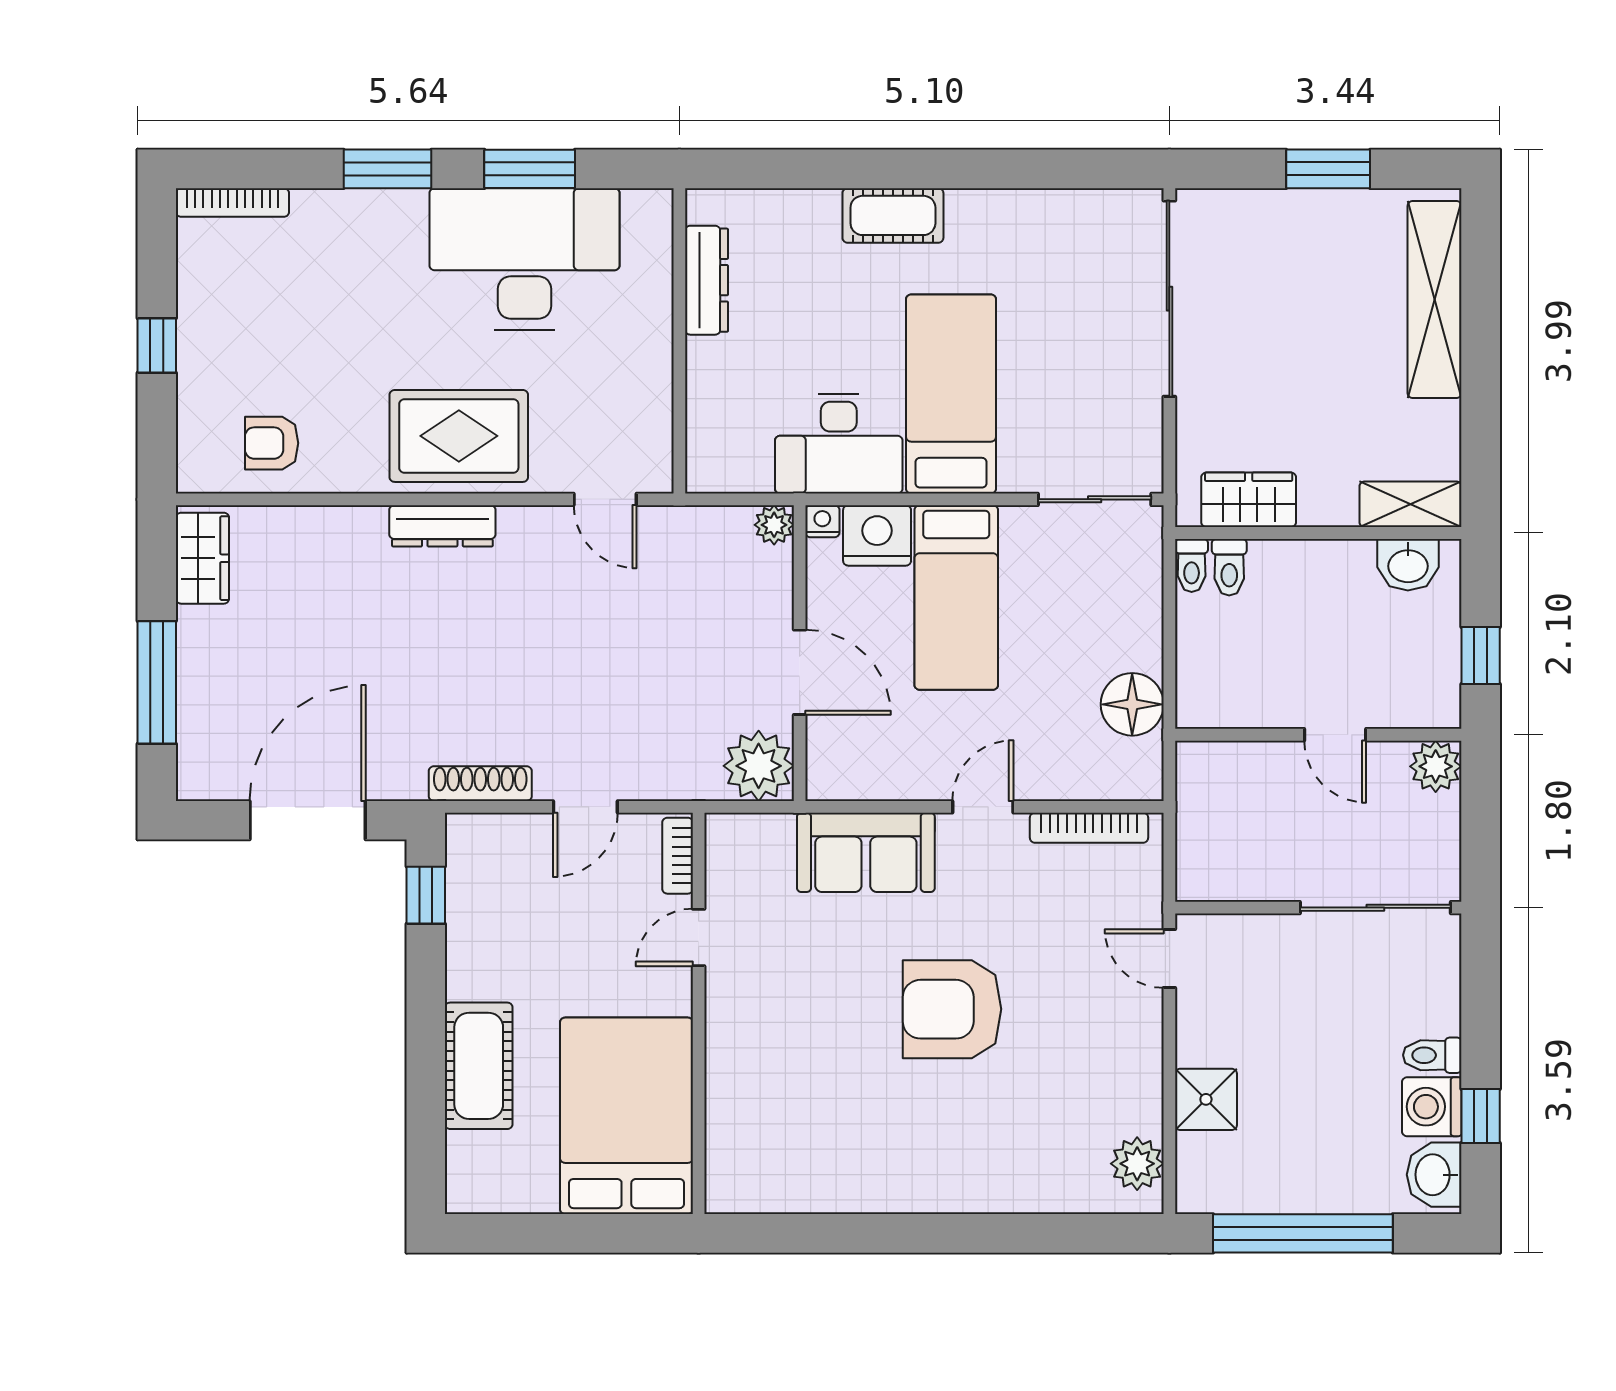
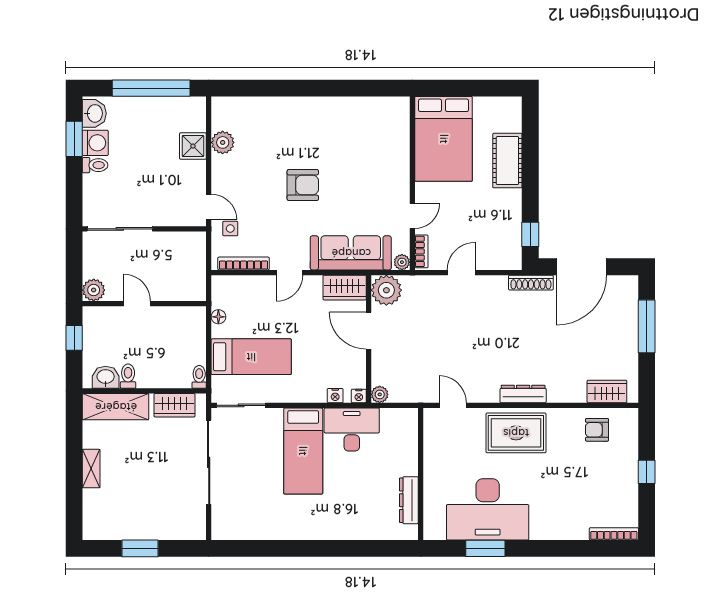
window: (387, 169) -> (547, 548), removed
cot: (893, 215) -> (328, 528), removed
sliding door: (1169, 299) -> (209, 462), moved
shelving: (1435, 300) -> (91, 469), width x0.45, depth x0.75
armchair: (272, 443) -> (597, 430), turned 180
shelving: (1411, 504) -> (116, 407), width x1.50, depth x1.33
nightstand: (877, 535) -> (335, 396), width x0.53, depth x0.56
wardrobe: (202, 558) -> (607, 392), moved, turned 90
toilet: (1229, 567) -> (128, 376), moved
bed: (956, 598) -> (251, 357), moved, turned 90
floor lamp: (1132, 704) -> (218, 317), width x0.53, depth x0.53
wardrobe: (855, 772) -> (345, 288), added
shoe rack: (480, 784) -> (531, 283), moved
plant: (723, 831) -> (402, 262), added
sofa: (866, 852) -> (351, 253), width x1.36
side table: (1120, 909) -> (230, 229), added
armchair: (952, 1009) -> (303, 185), width x0.73, depth x0.73
window: (1481, 1116) -> (74, 139), width x1.50
plant: (1137, 1164) -> (223, 142), moved

